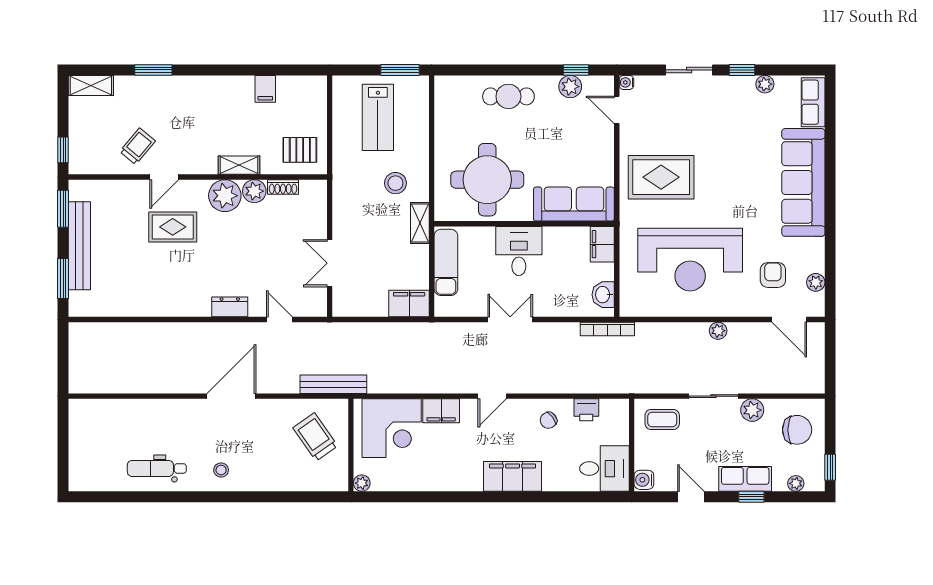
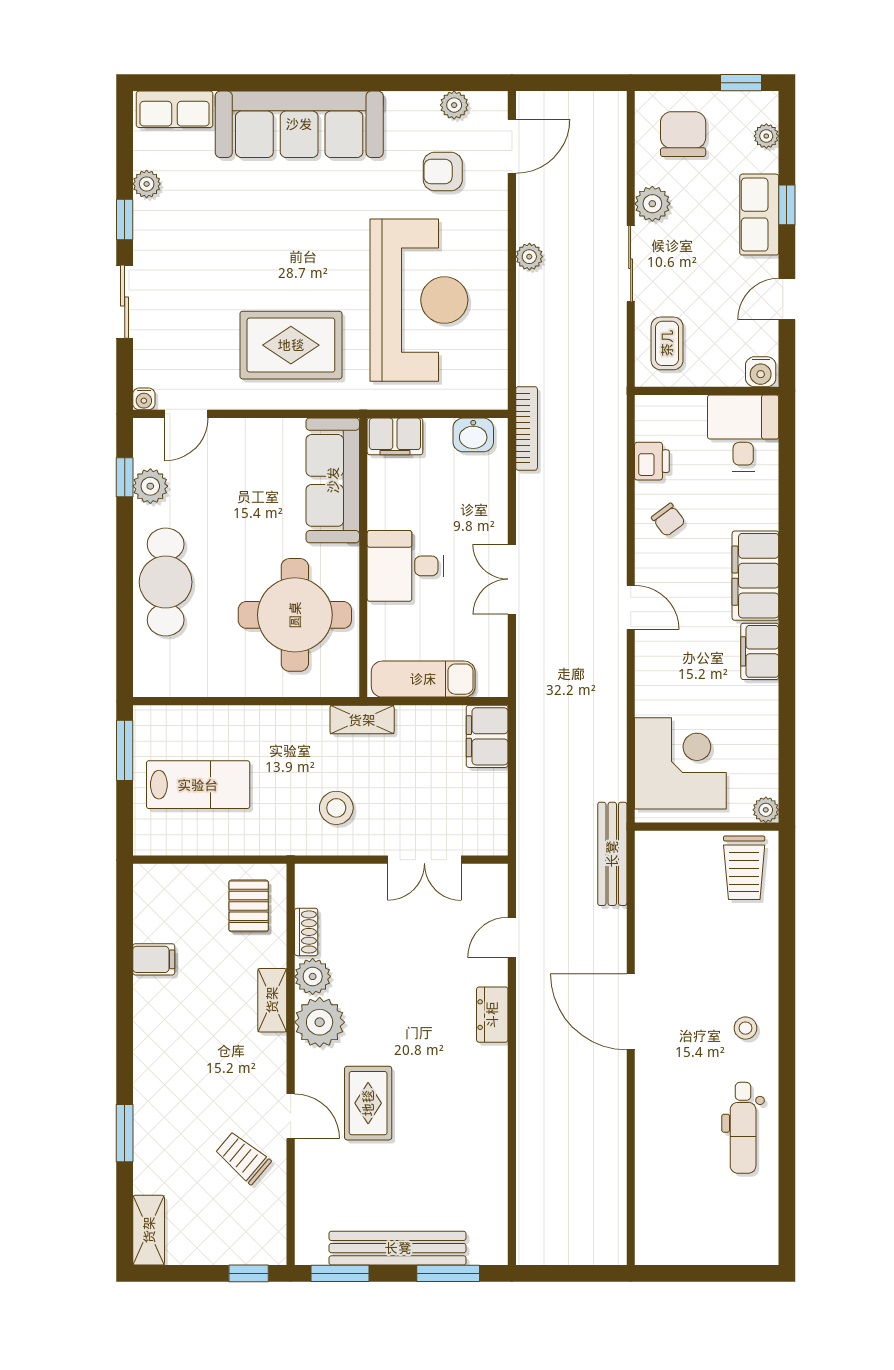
cafe table: (508, 96) -> (166, 582), width x1.37, depth x1.35
rug: (661, 177) -> (291, 345), turned 90
stool: (395, 183) -> (336, 808), moved
filing cabinet: (441, 411) -> (760, 651), moved, turned 180
trolley: (315, 437) -> (744, 868), moved, turned -55

